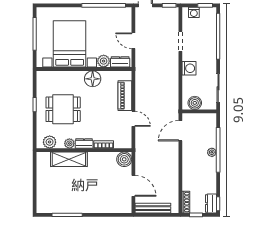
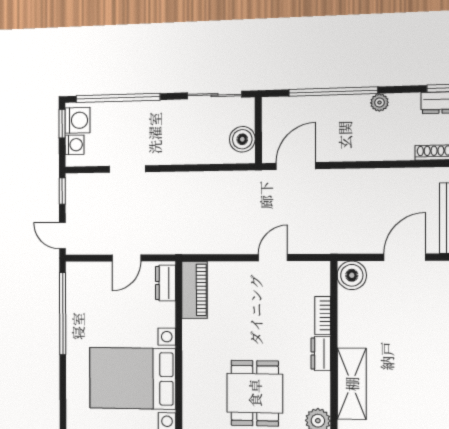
plant: (104, 61) -> (164, 314), removed
washing machine: (189, 68) -> (77, 120), moved, turned 90
floor lamp: (93, 79) -> (197, 336), removed
piano: (125, 96) -> (194, 290), moved, turned -90
door: (180, 131) -> (296, 166), swing flipped
plant: (69, 143) -> (321, 382), removed
plant: (212, 152) -> (379, 103), moved

